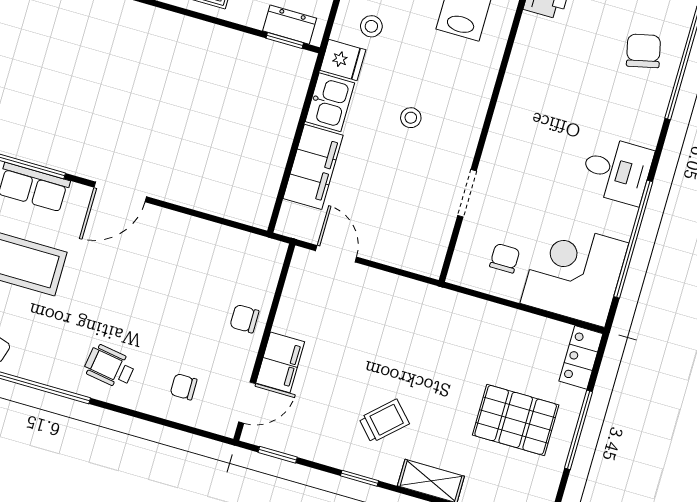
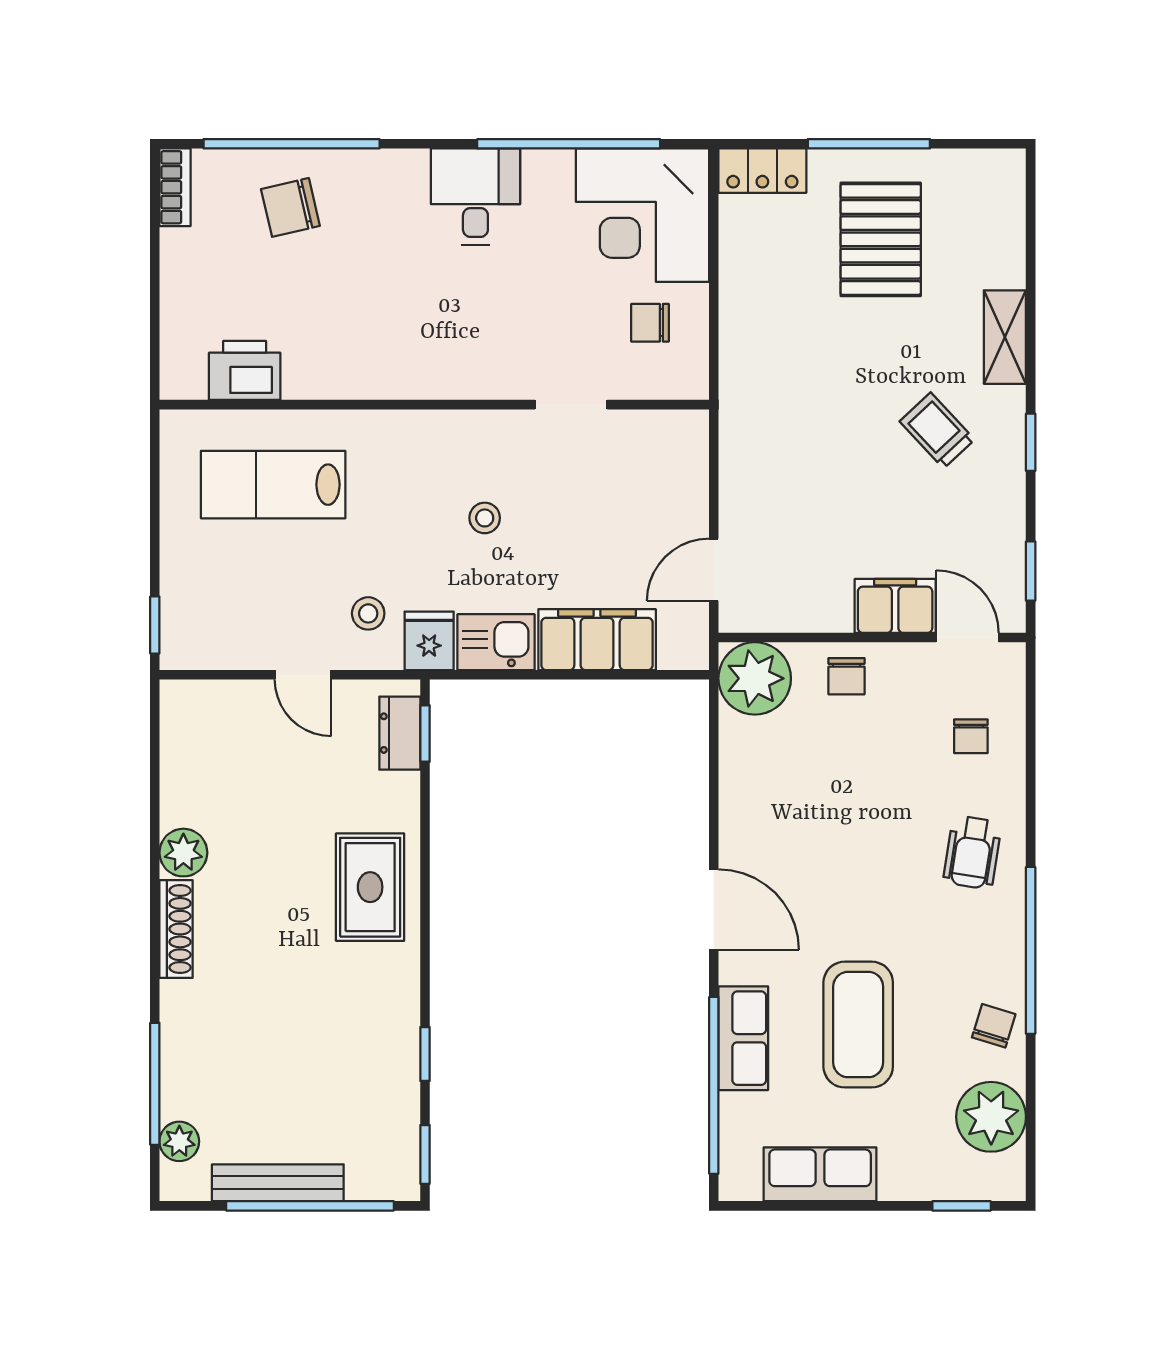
plant: (260, 260) -> (755, 678), added

